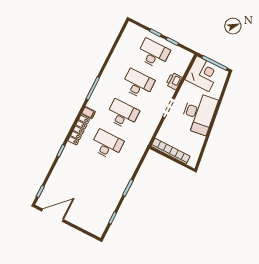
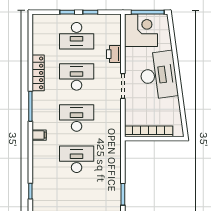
desk: (153, 54) -> (77, 36), turned 180
locker: (79, 130) -> (38, 73), moved

